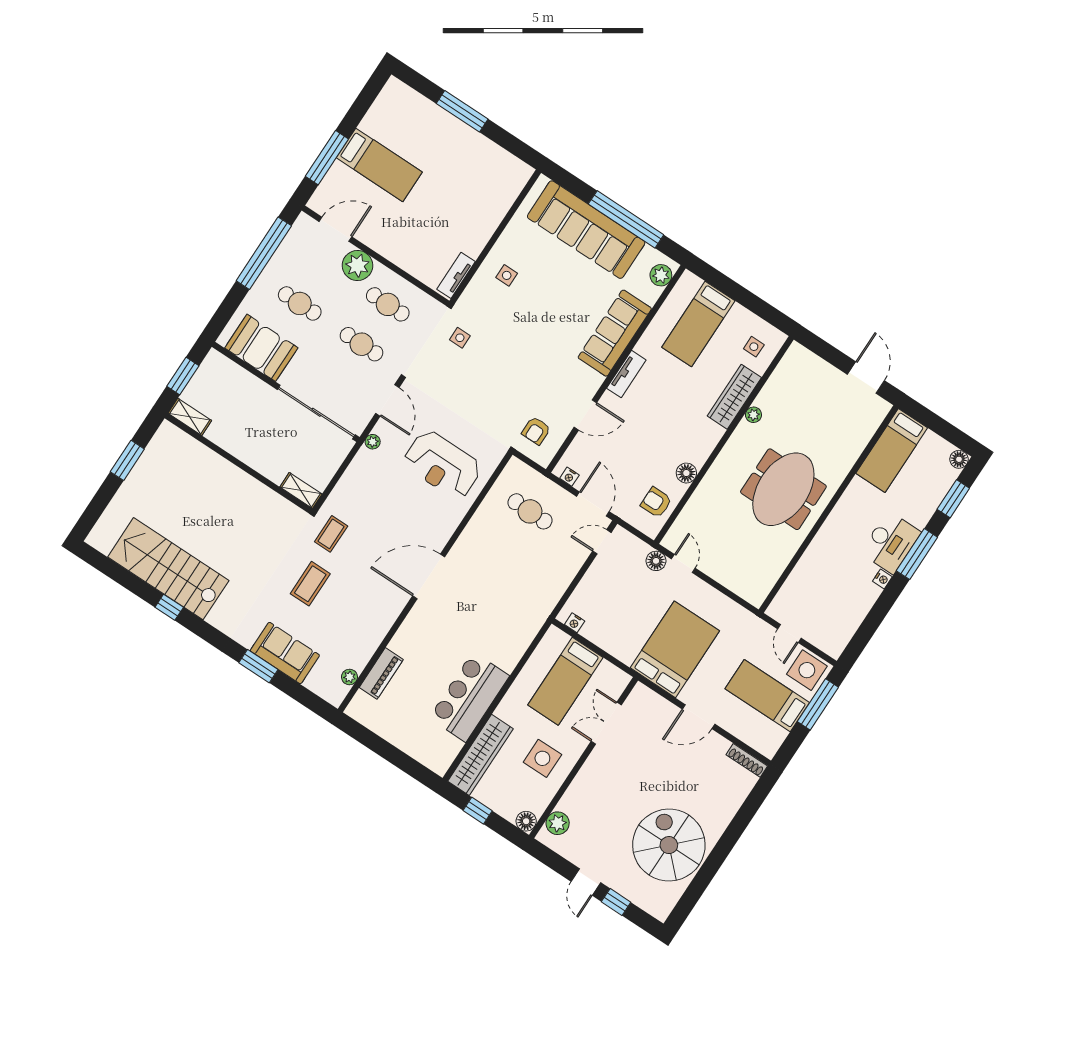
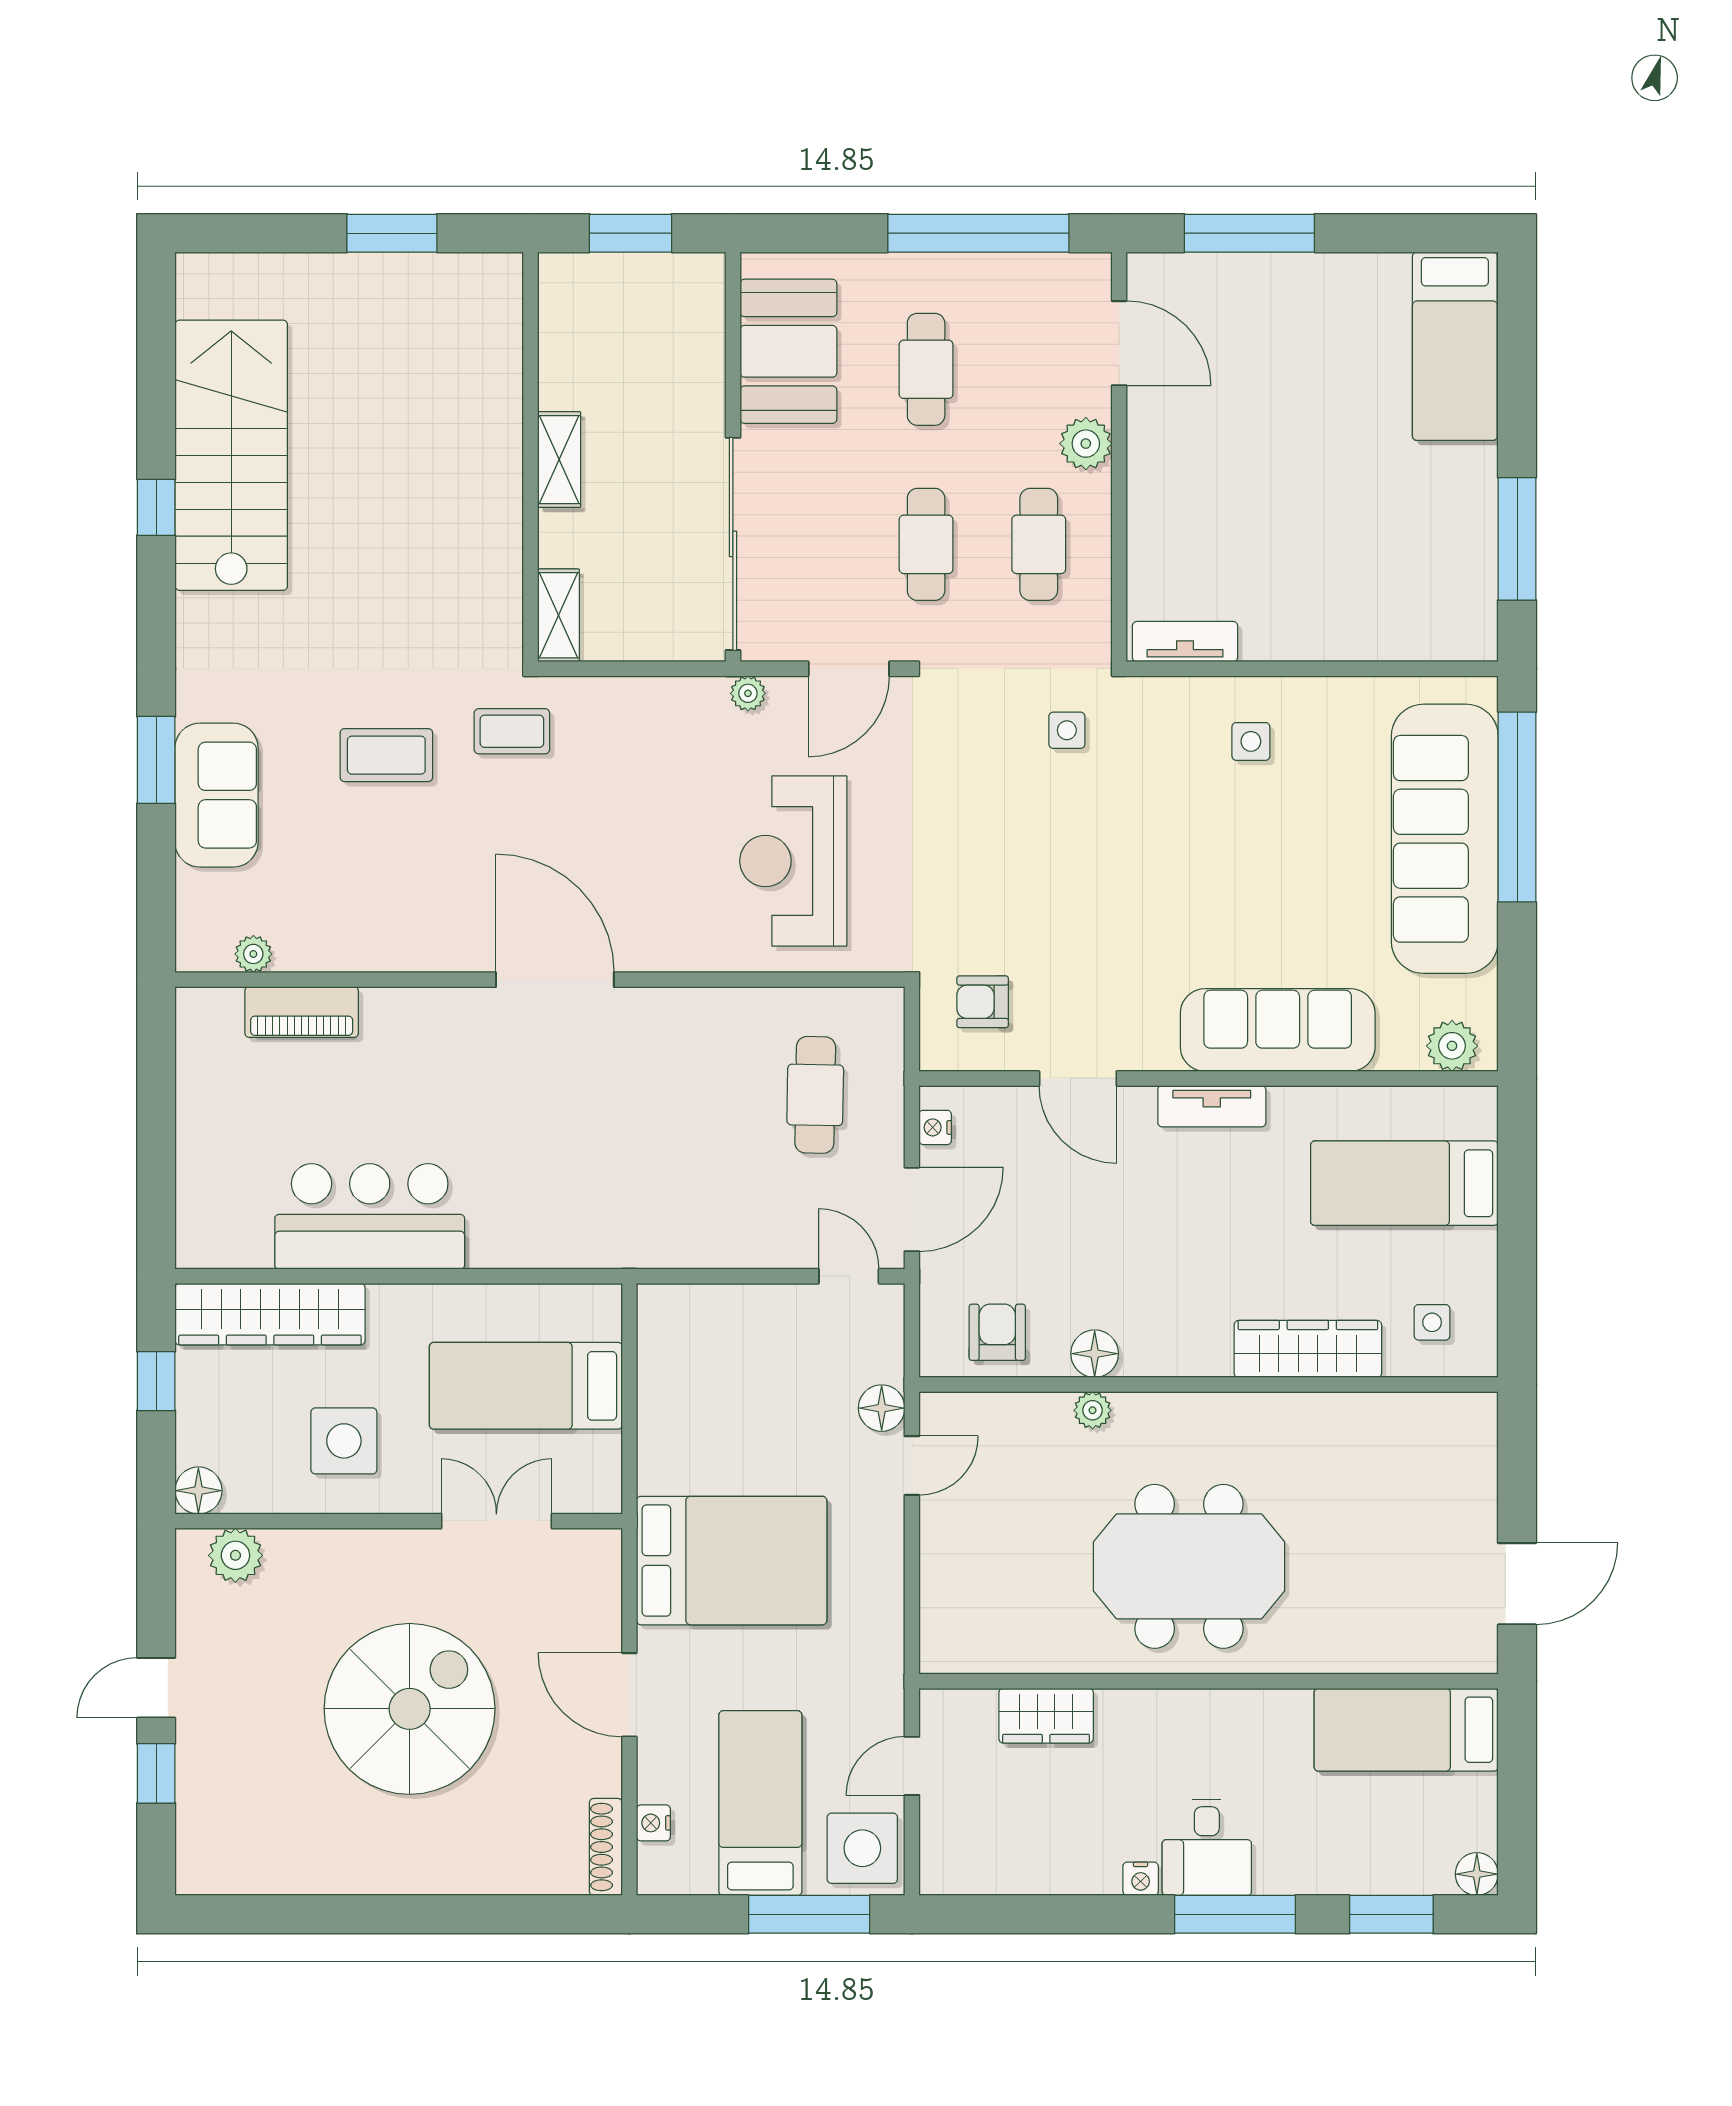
window: (462, 111) -> (1517, 539), moved
bed: (379, 165) -> (1455, 346), moved
window: (626, 219) -> (1517, 807), moved
plant: (357, 265) -> (1086, 444), width x0.73, depth x0.73
plant: (753, 415) -> (1093, 1410), moved
shelving: (190, 417) -> (559, 460), moved
desk: (891, 542) -> (1207, 1847), width x0.73
wardrobe: (803, 574) -> (1046, 1716), added
nightstand: (575, 623) -> (653, 1823), moved
spiral stairs: (669, 845) -> (410, 1709), moved

